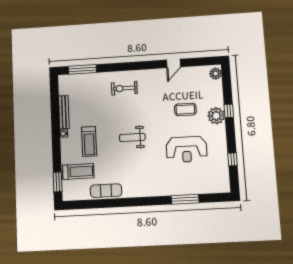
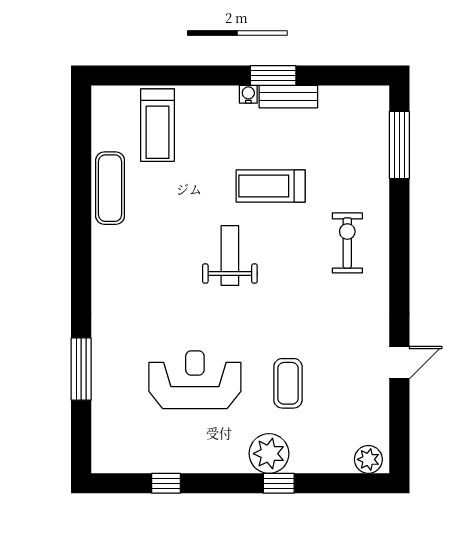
door: (173, 63) -> (399, 363), swing flipped
bench: (64, 112) -> (288, 97), width x0.73
treadmill: (89, 141) -> (271, 186), moved
reception desk: (186, 149) -> (195, 380), turned 90
window: (58, 182) -> (273, 76), moved

